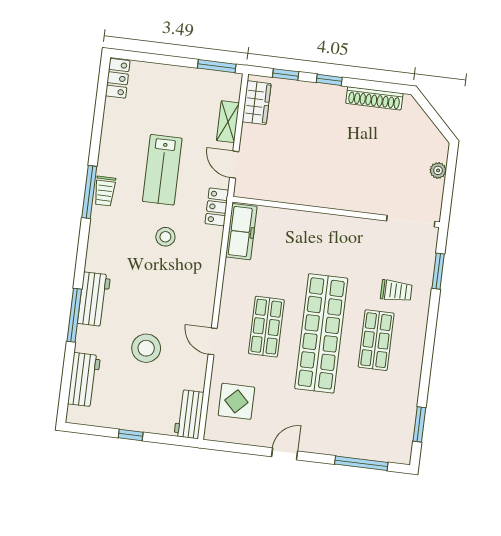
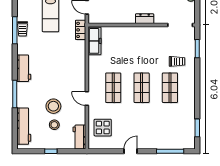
dresser: (343, 200) -> (145, 19), added
stool: (165, 237) -> (54, 125), moved
workbench: (94, 299) -> (24, 68), moved
shop shelf: (321, 333) -> (142, 88), width x0.50, depth x0.74
workbench: (84, 380) -> (24, 126), width x1.38

